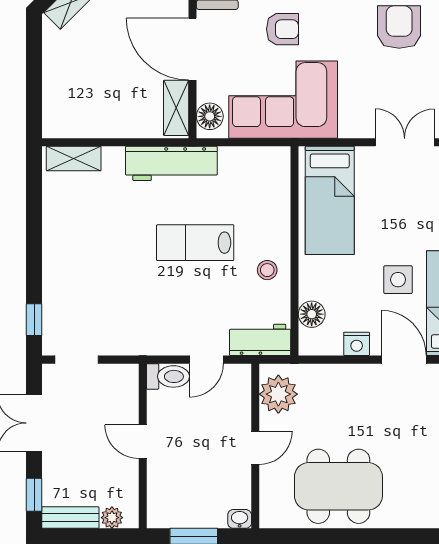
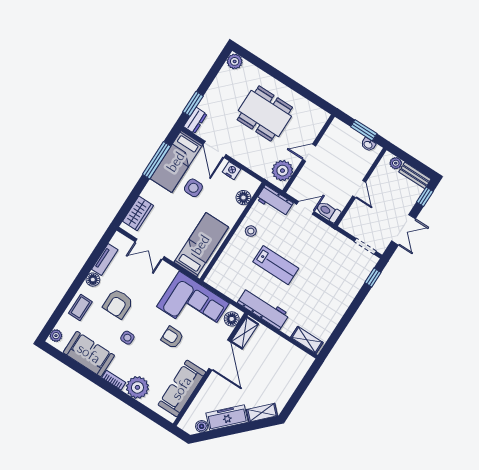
dining table: (338, 486) -> (265, 113), moved
washbasin: (240, 519) -> (368, 145), moved

